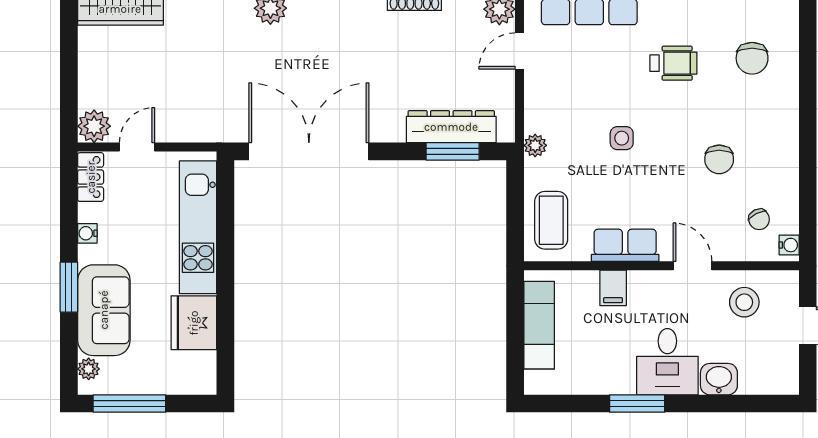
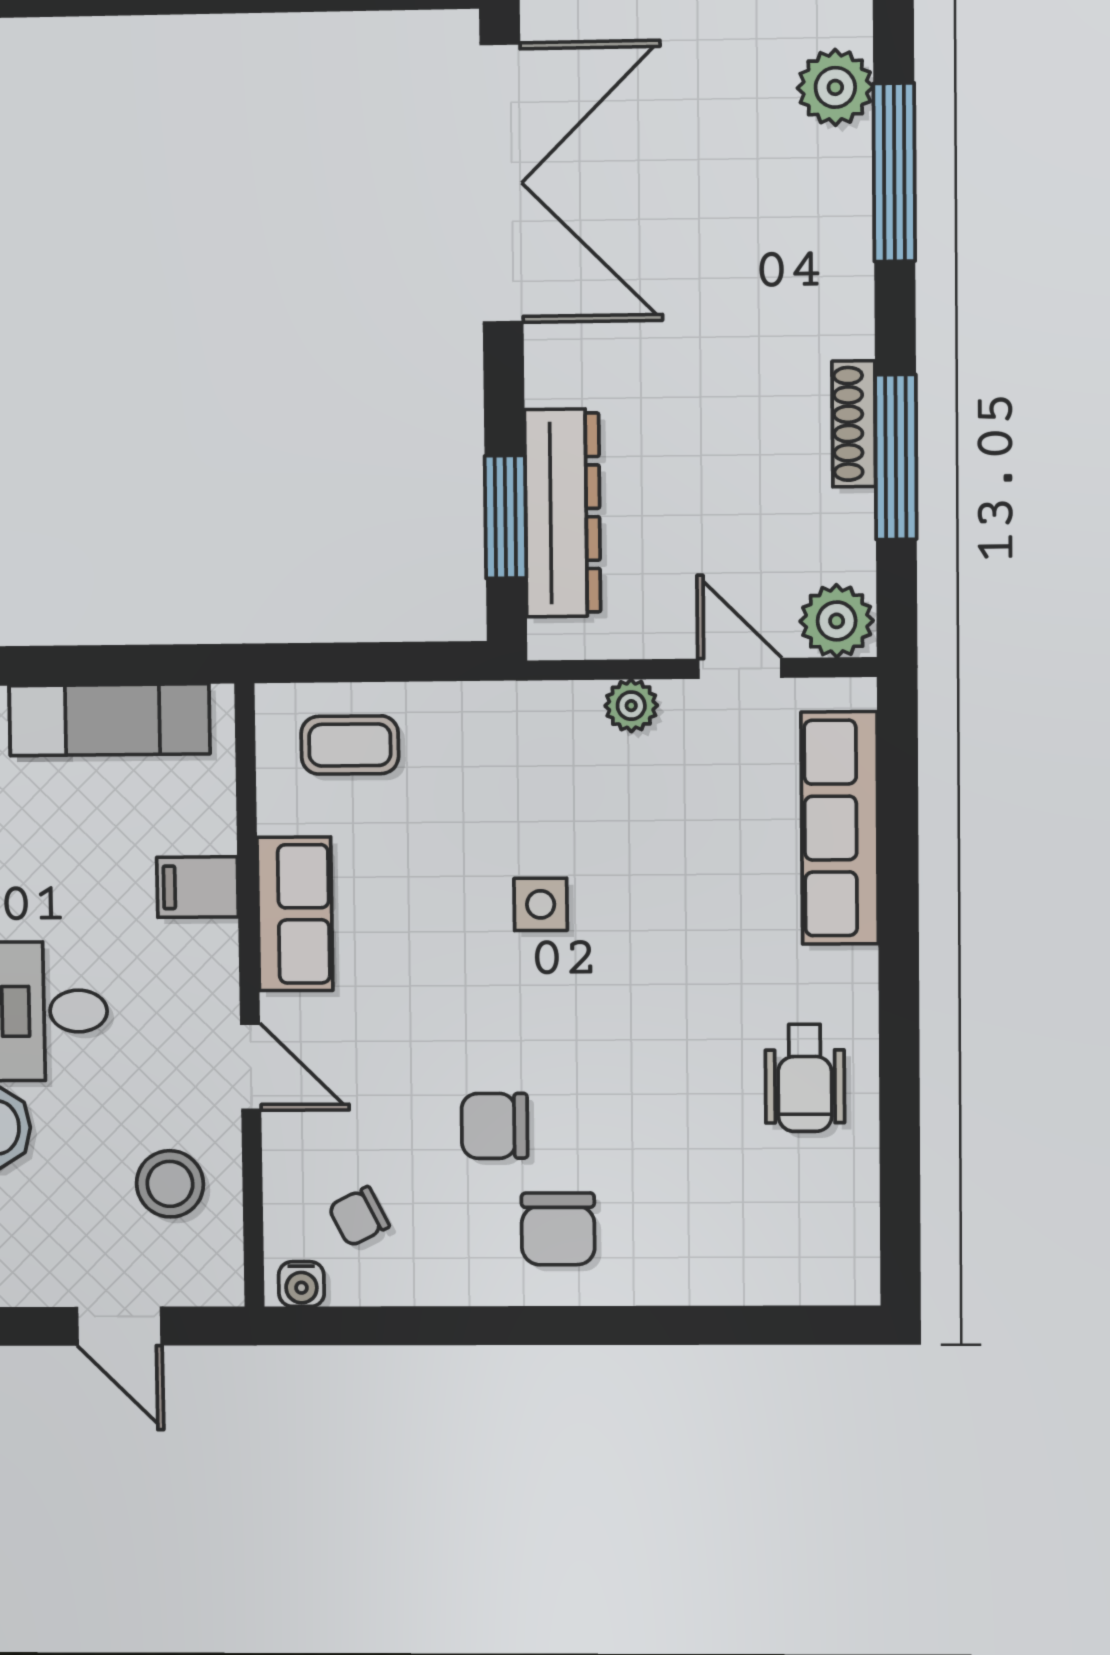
chair: (752, 58) -> (558, 1229), moved, turned -90
wheelchair: (673, 63) -> (805, 1078), moved
plant: (535, 145) -> (631, 706), moved
coffee table: (551, 220) -> (350, 745), width x0.73, depth x0.77
door: (692, 266) -> (251, 1067), hinge flipped

